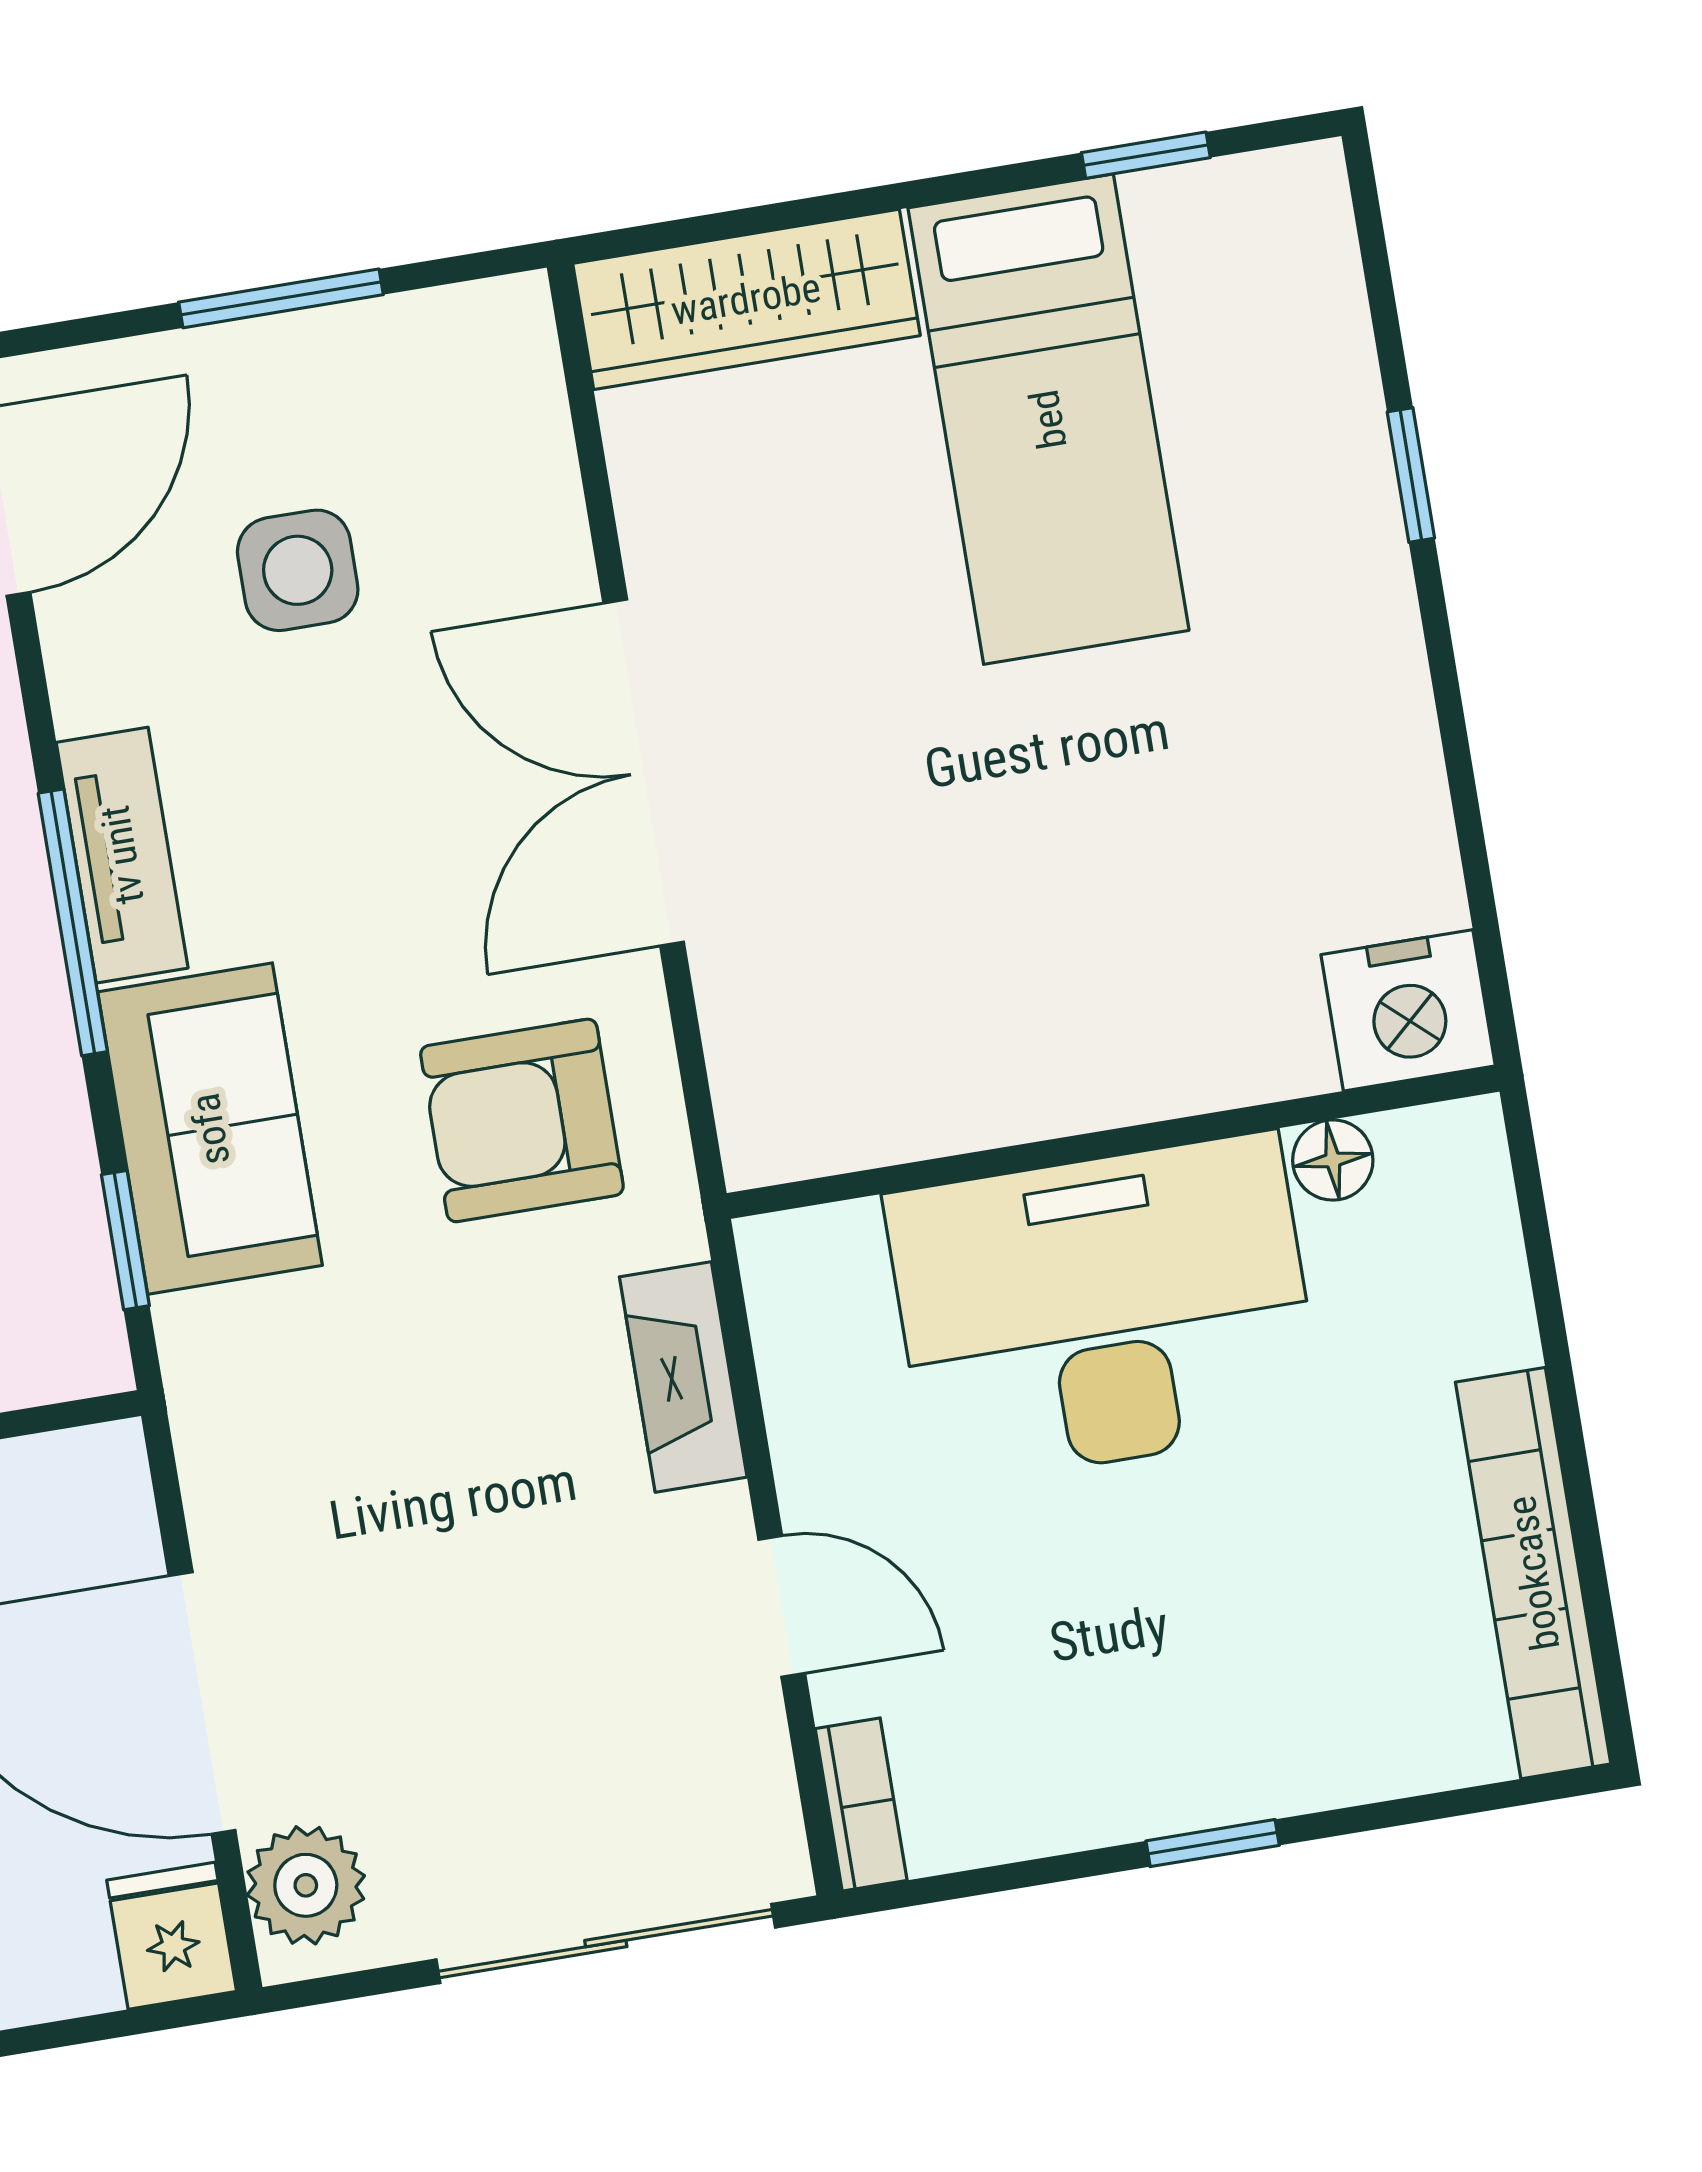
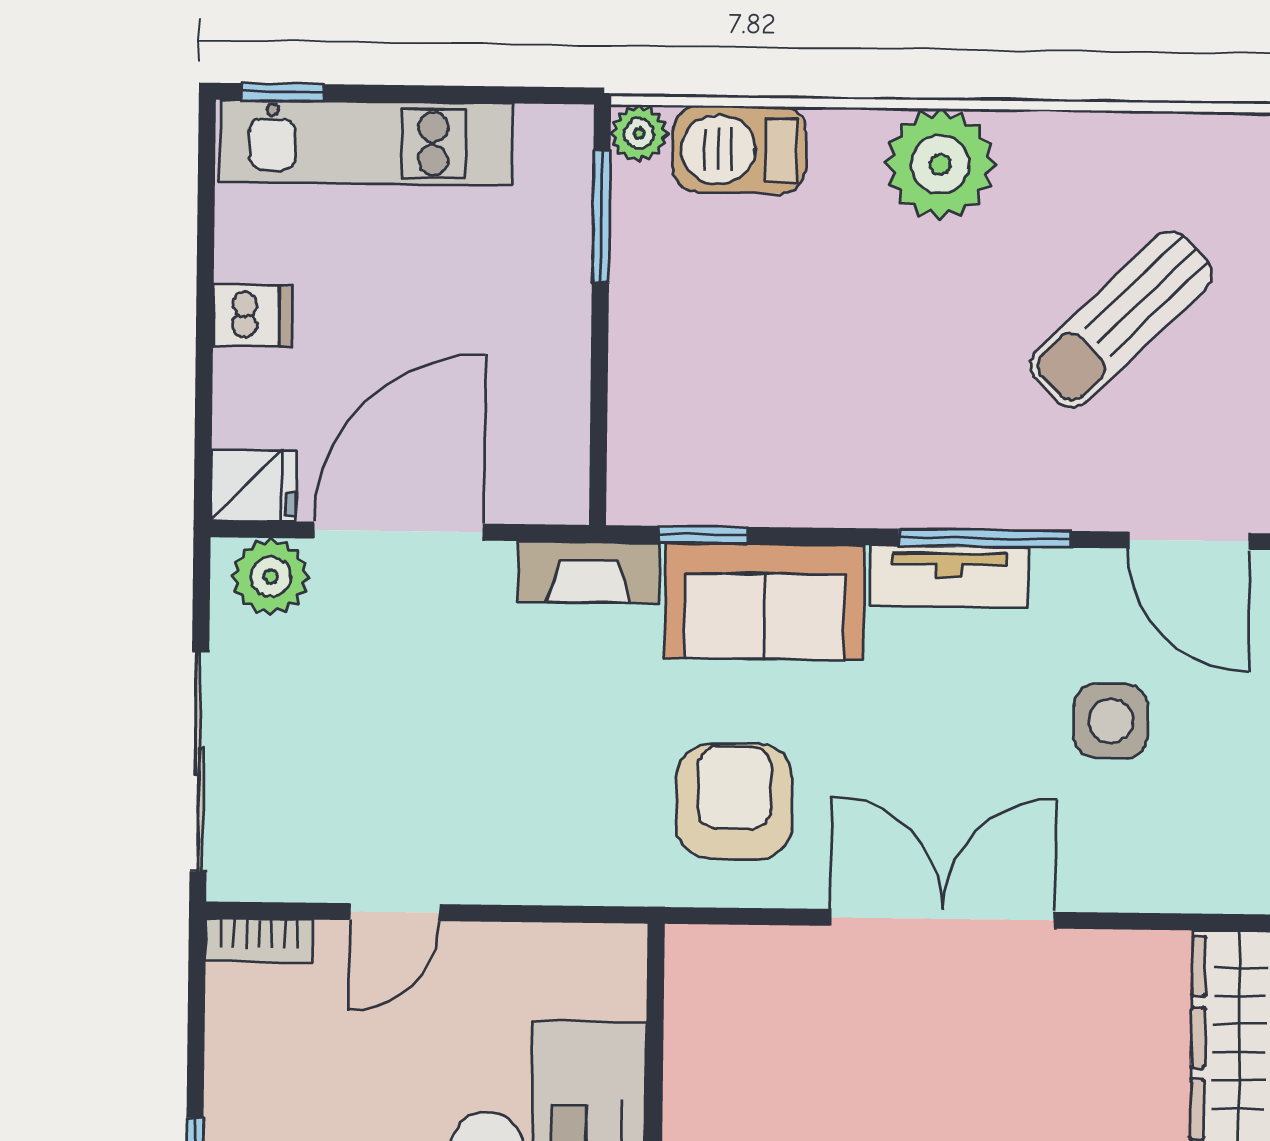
window: (73, 922) -> (985, 538), moved
fireplace: (683, 1377) -> (589, 572), moved, turned 180

